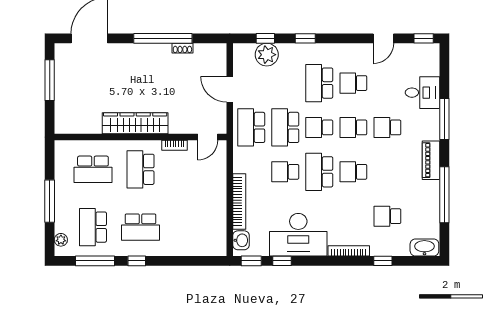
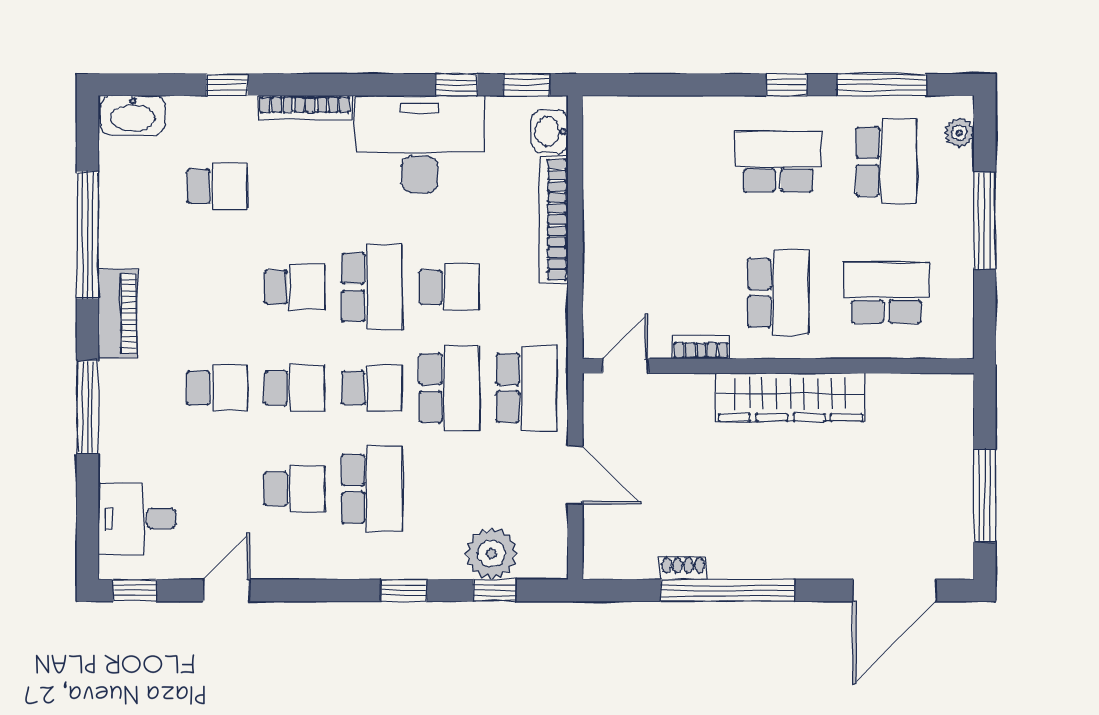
desk: (423, 93) -> (137, 519), moved

